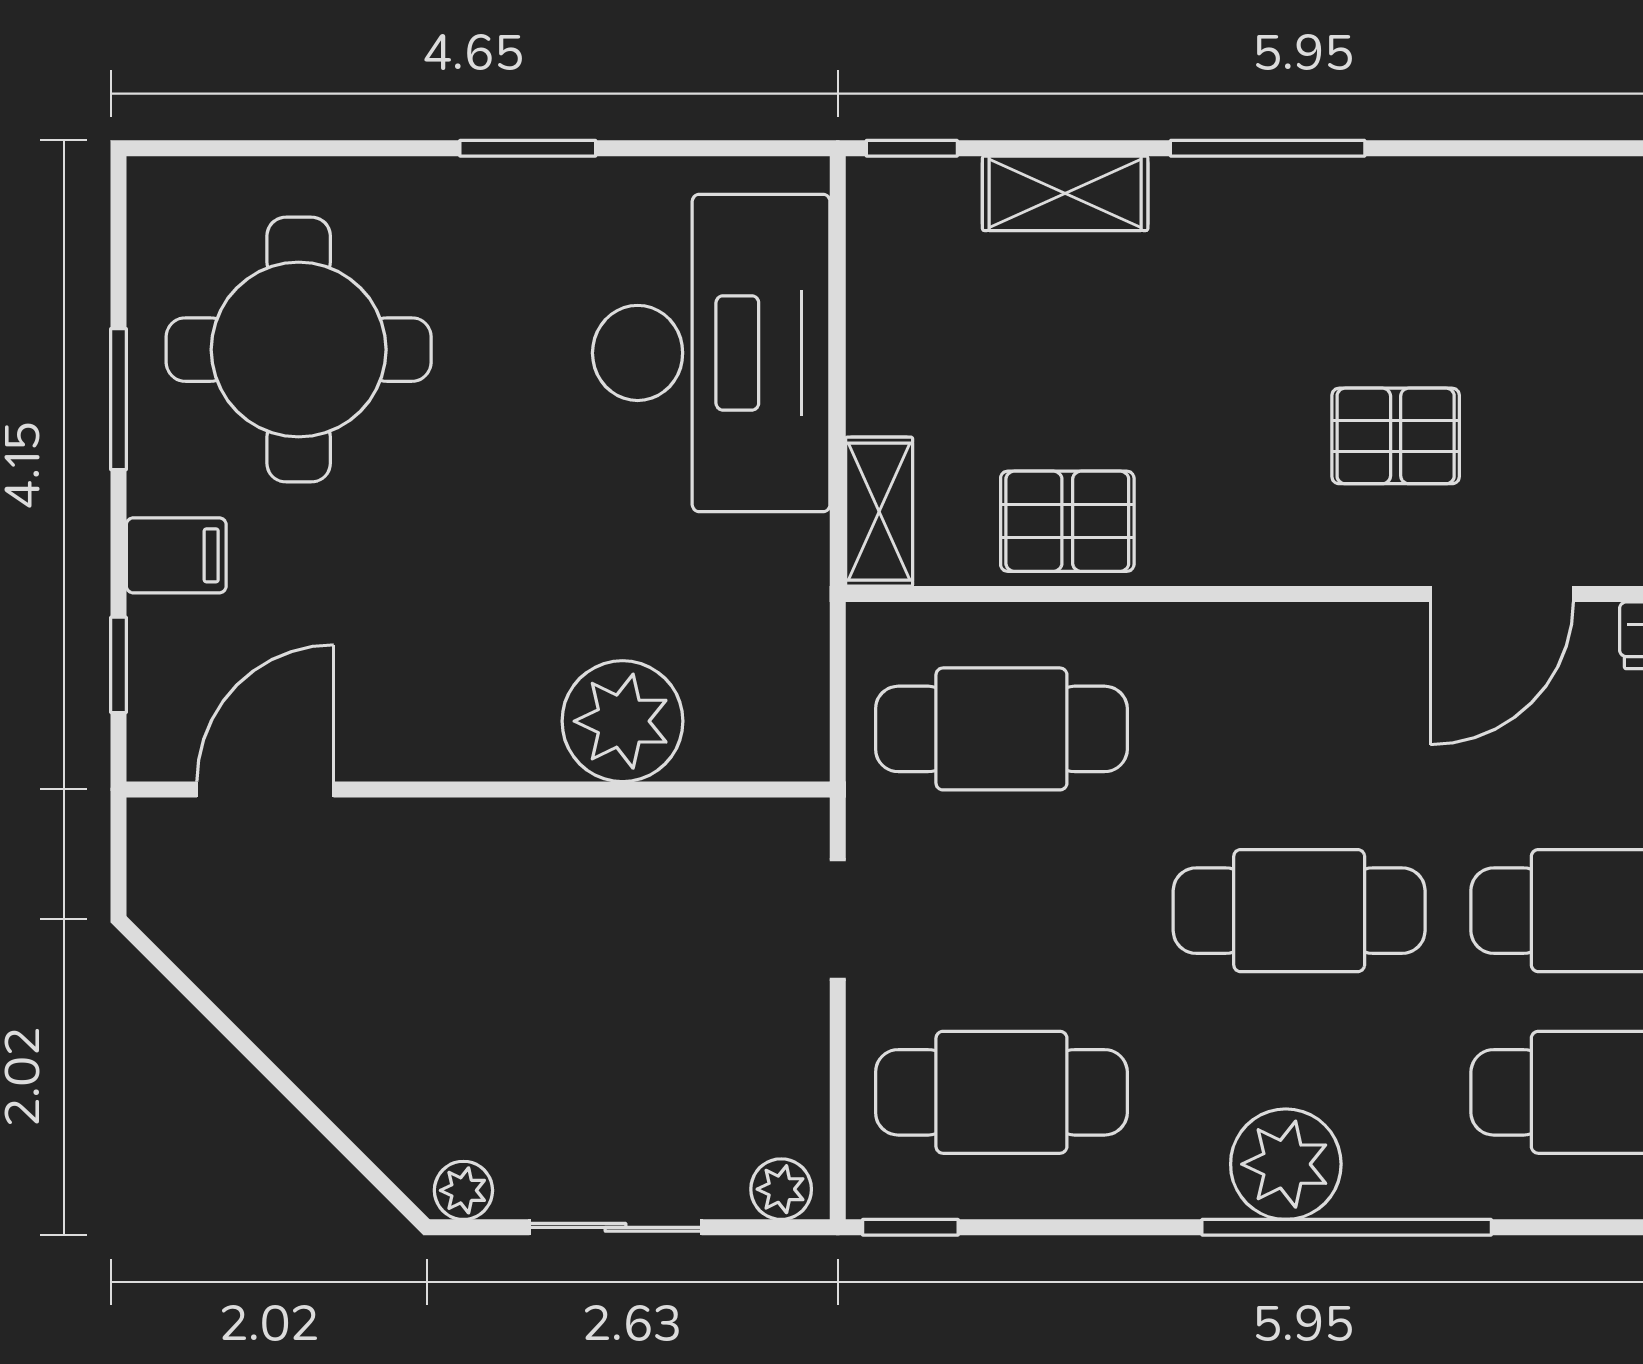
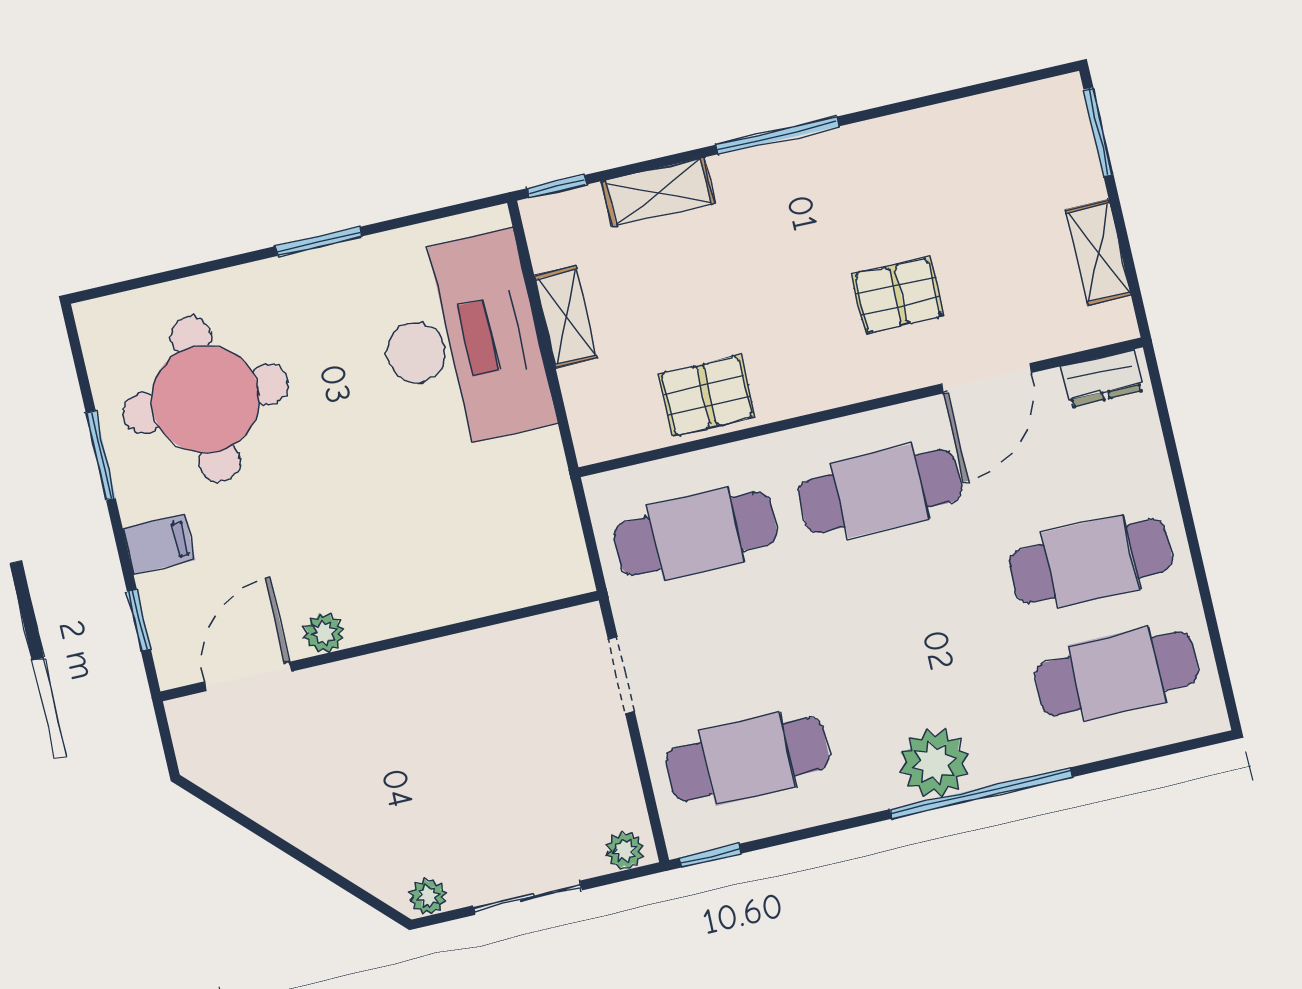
shelving: (879, 512) -> (566, 317), moved
plant: (622, 721) -> (324, 633), moved, width x0.53, depth x0.53
cafe table: (1299, 911) -> (880, 491), moved

